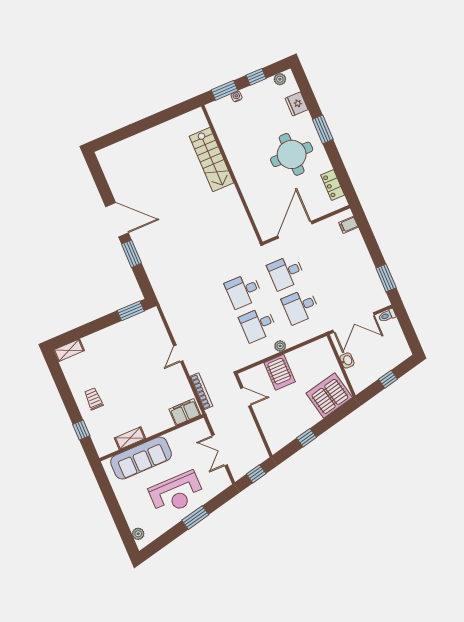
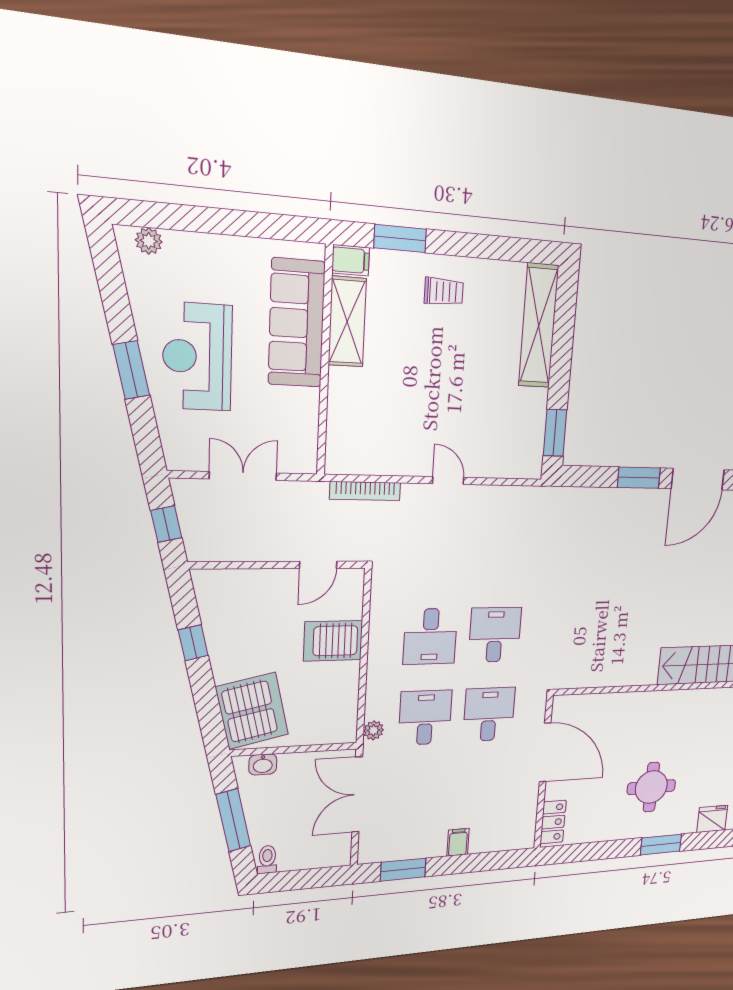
round table: (292, 154) -> (651, 787), width x0.73, depth x0.73
locker: (333, 185) -> (553, 822), moved, turned 90
filing cabinet: (348, 225) -> (458, 842), moved
toilet: (387, 315) -> (267, 859), moved
desk: (258, 324) -> (430, 636), turned 180
plant: (280, 346) -> (374, 730), moved
shelving: (69, 350) -> (539, 326), width x2.20, depth x1.33
washbasin: (347, 360) -> (263, 764), moved
window: (388, 379) -> (233, 820), width x2.17
filing cabinet: (185, 412) -> (351, 260), moved, width x0.50
window: (81, 430) -> (400, 239), width x1.50
shelving: (130, 438) -> (347, 322), width x1.50, depth x1.33

